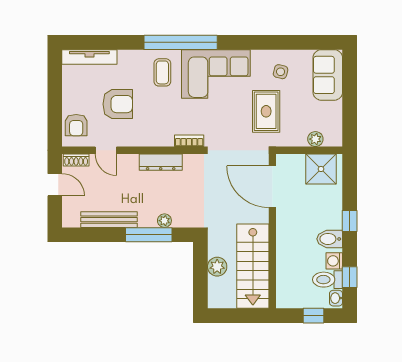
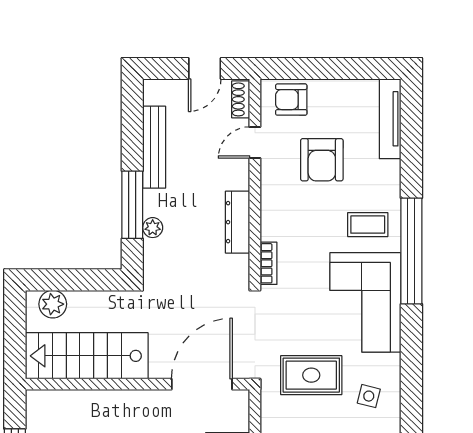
plant: (217, 267) -> (53, 304), moved

